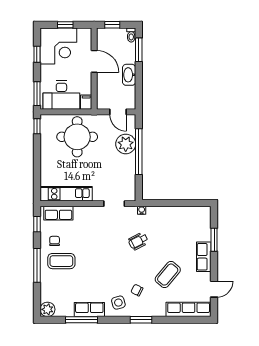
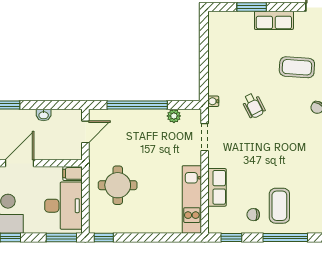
washbasin: (129, 75) -> (44, 115), width x0.52, depth x0.69
round table: (77, 137) -> (118, 185), width x0.73, depth x0.73
plant: (126, 144) -> (174, 116), moved, width x0.53, depth x0.53
row of seats: (58, 213) -> (217, 187), moved
coffee table: (168, 275) -> (297, 67), turned -36

